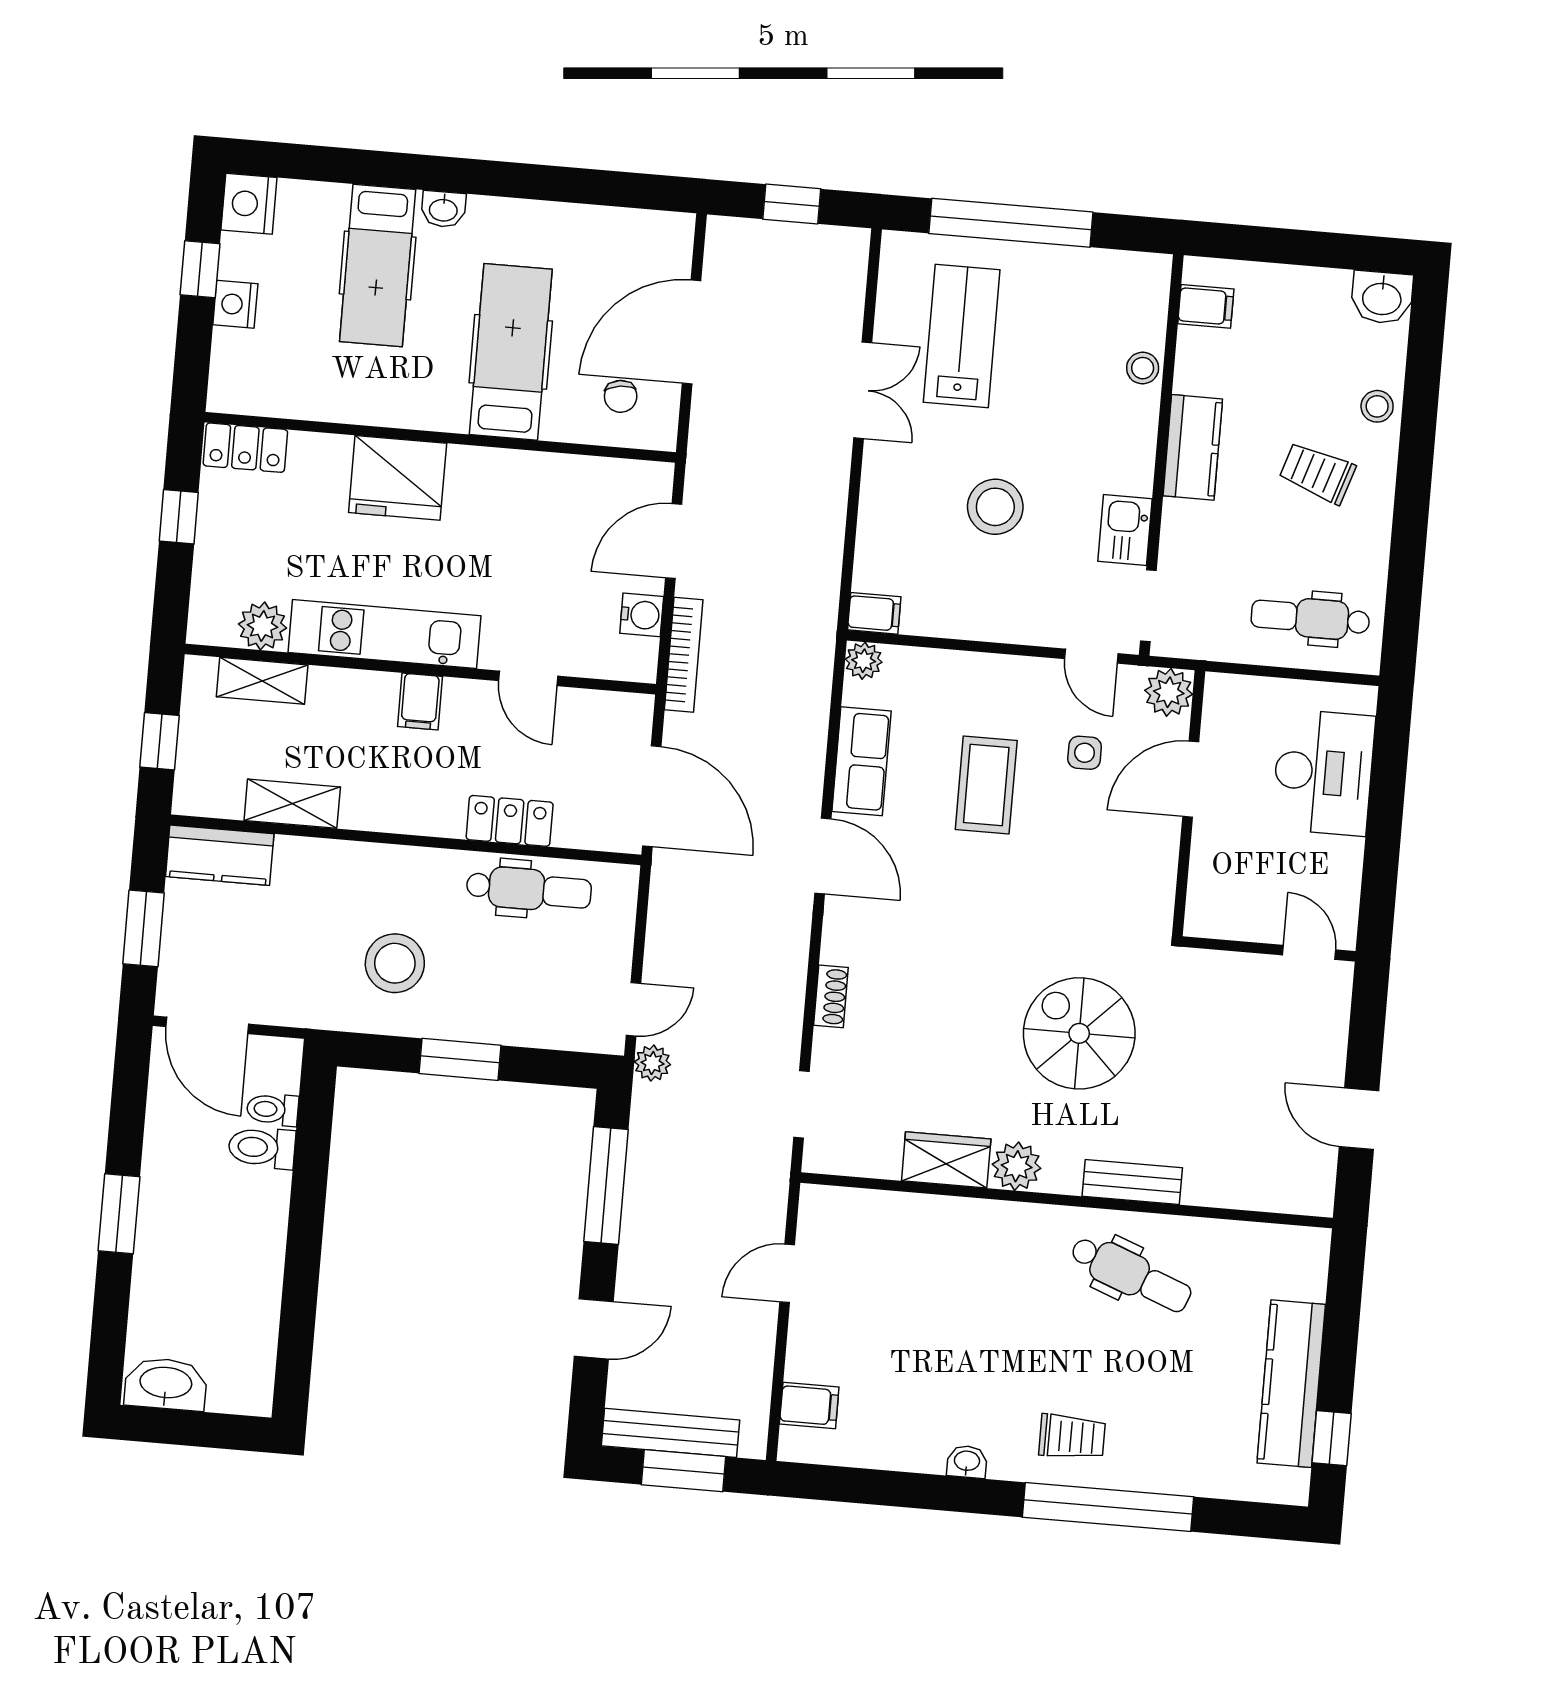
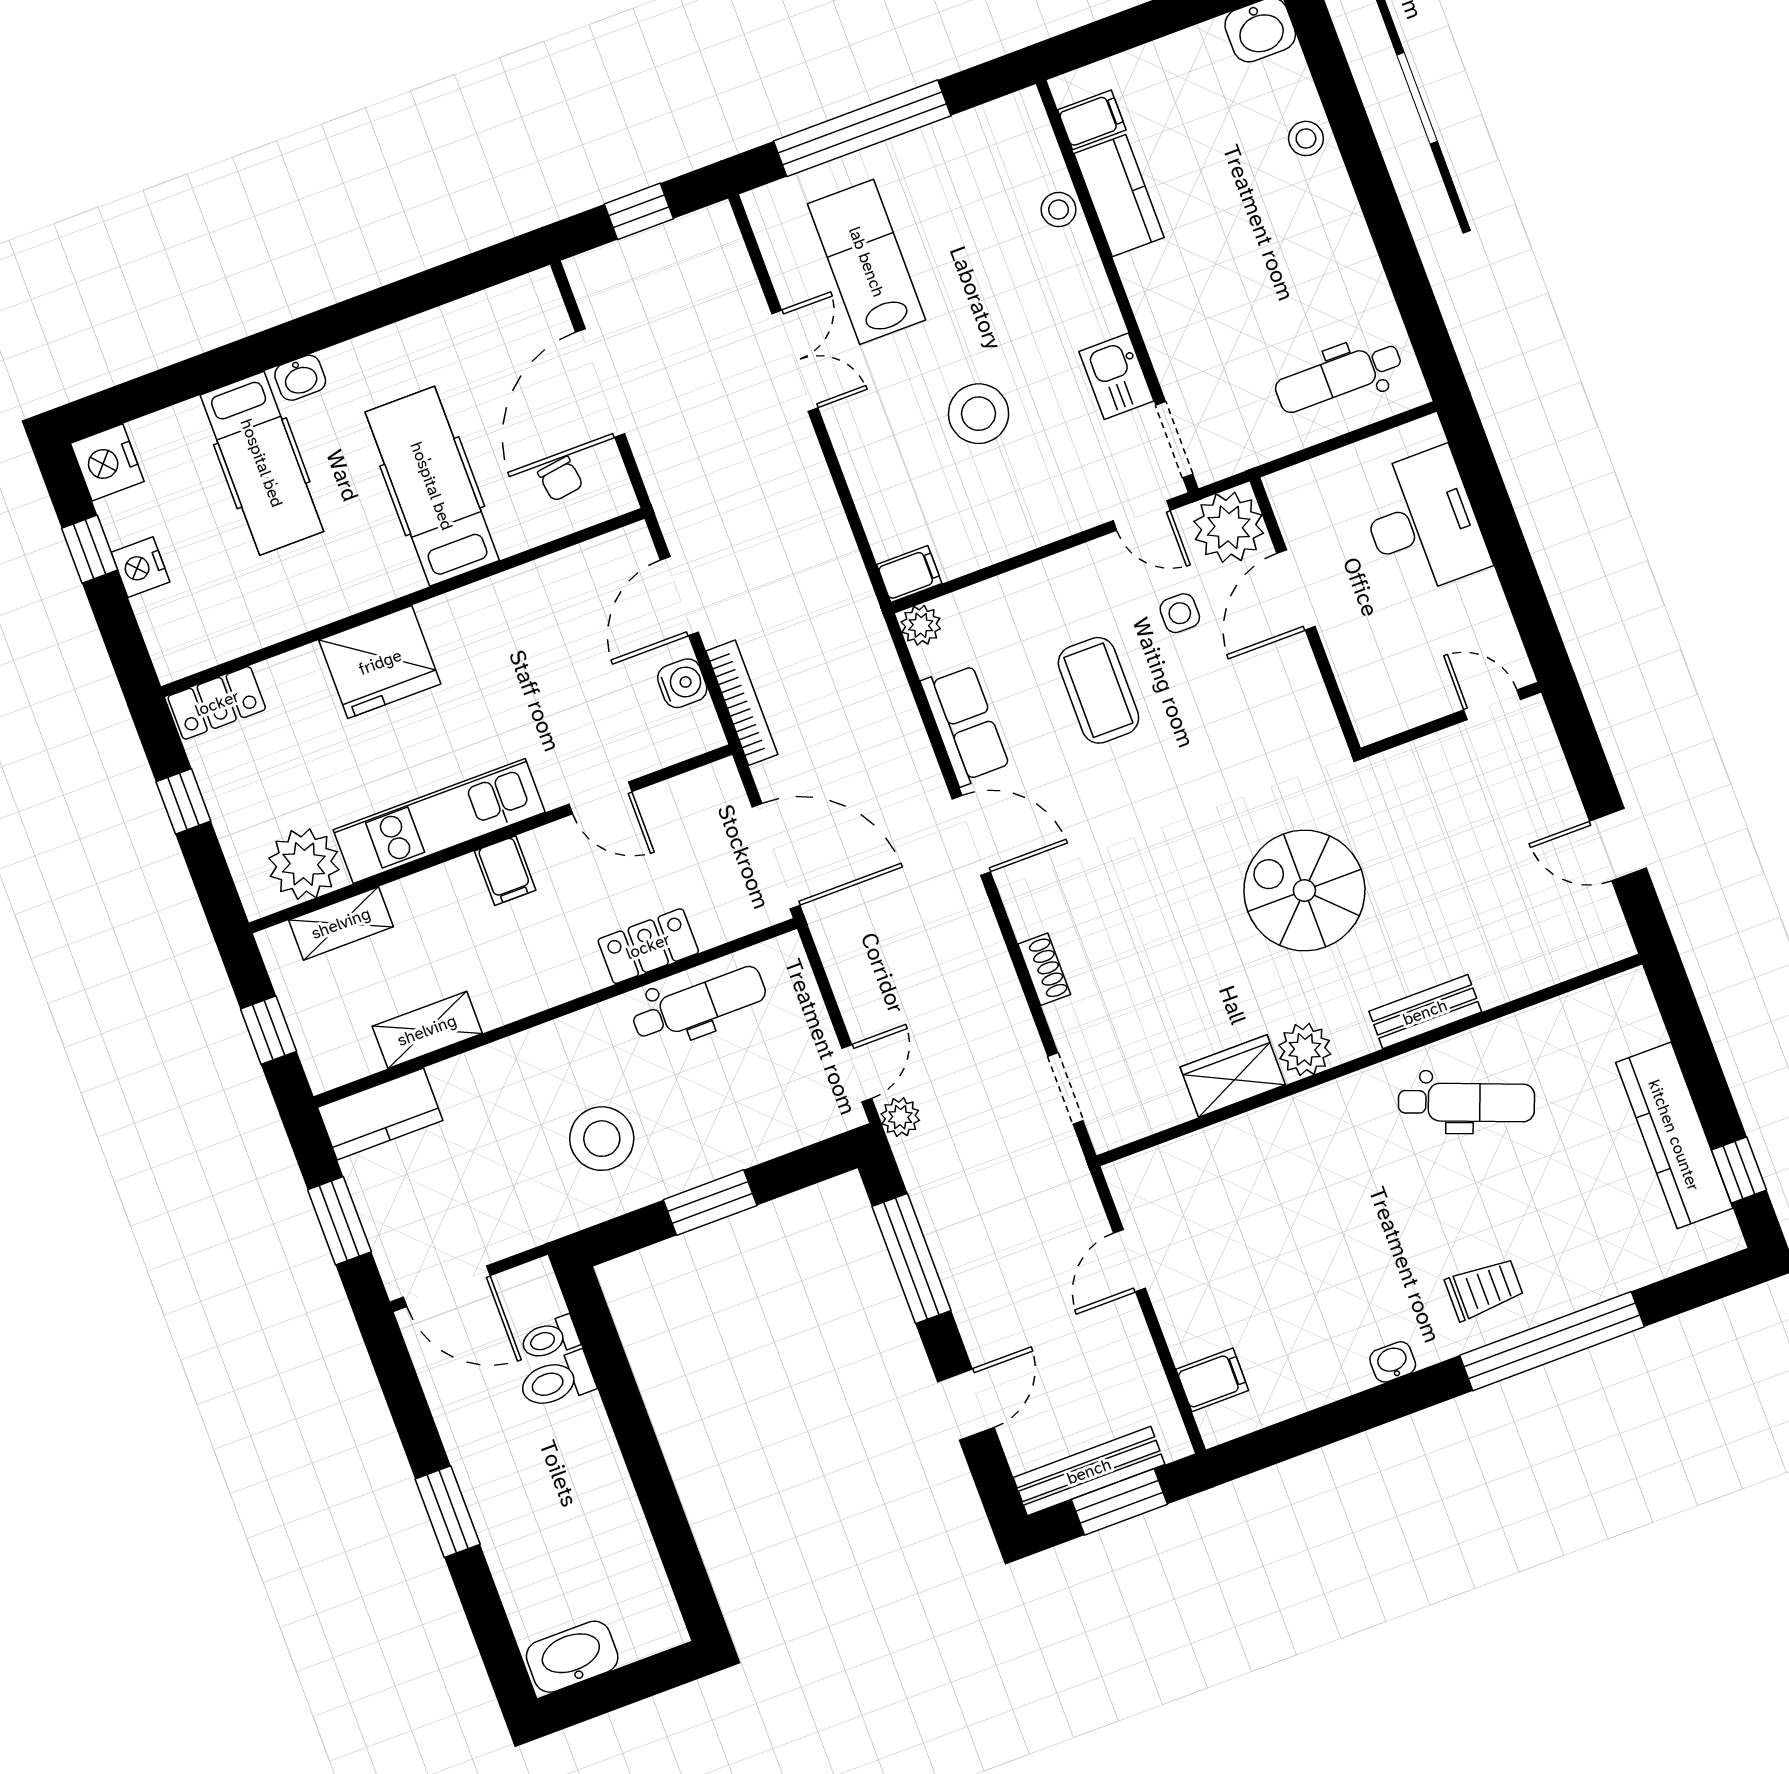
kitchen counter: (1193, 447) -> (1119, 196), moved
trolley: (1317, 473) -> (1278, 231), removed
plant: (263, 626) -> (304, 864), width x1.36, depth x1.36
plant: (1169, 692) -> (1229, 527), width x1.36, depth x1.36

